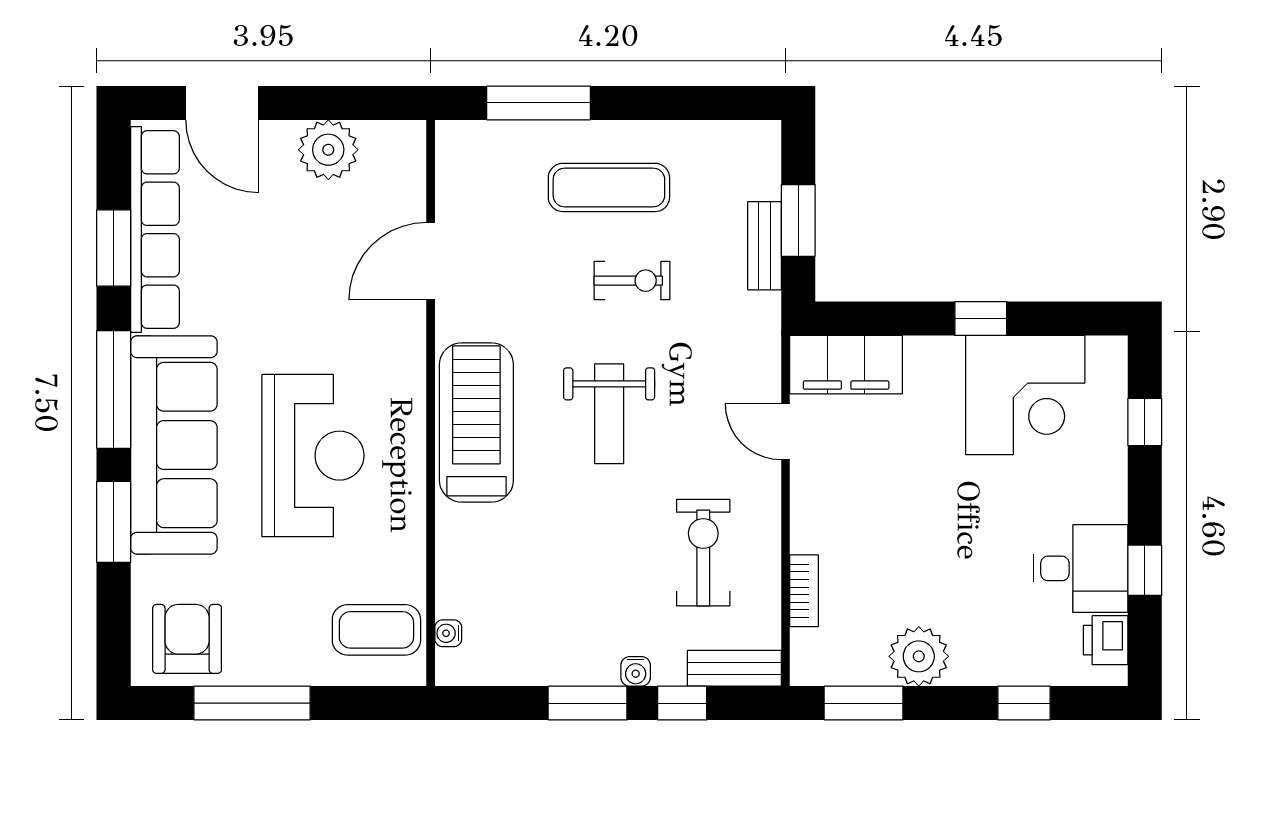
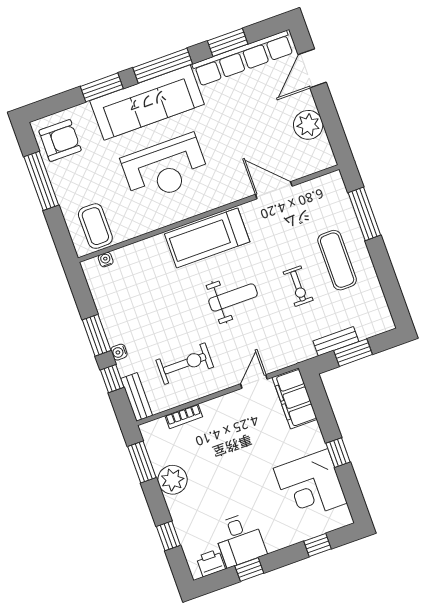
weight bench: (609, 414) -> (233, 297), turned 180
treadmill: (476, 422) -> (207, 238), turned 180

